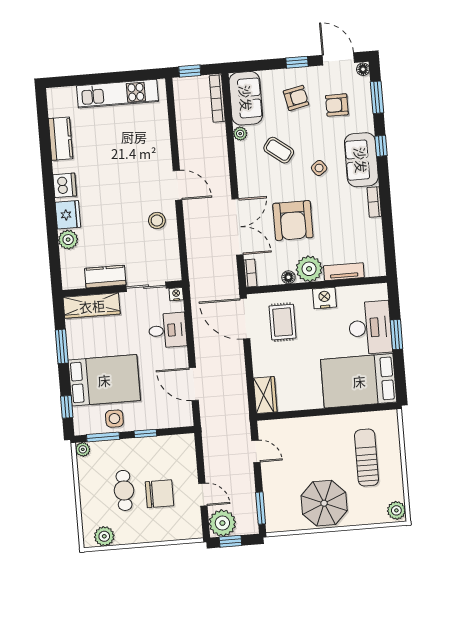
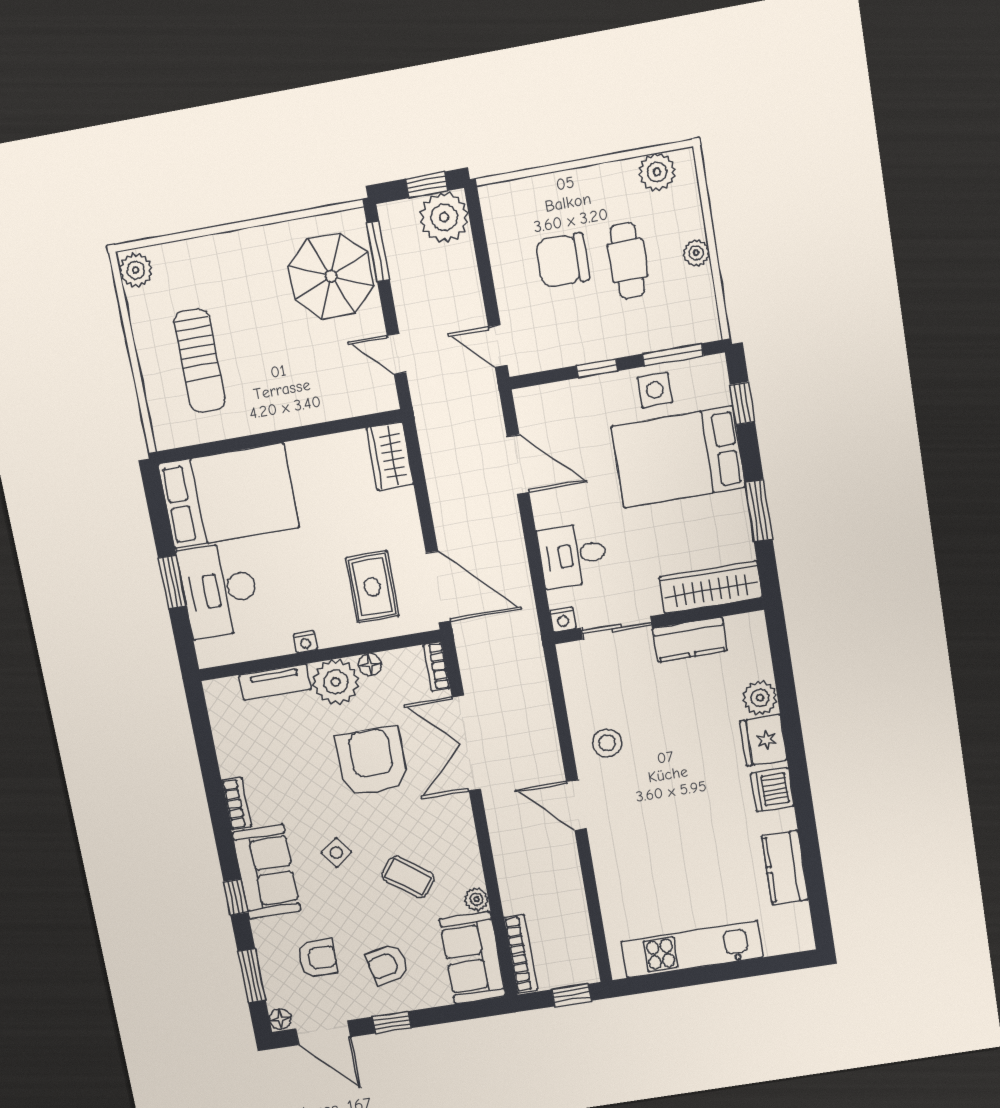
nightstand: (324, 298) -> (305, 642), width x0.53, depth x0.56
plant: (83, 449) -> (696, 253), moved
door: (203, 495) -> (498, 346), moved
parasol: (324, 503) -> (331, 276), moved

